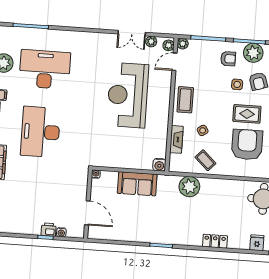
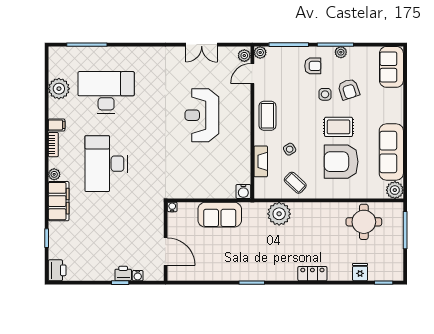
plant: (151, 42) -> (224, 53), removed
plant: (253, 53) -> (341, 52), width x0.53, depth x0.53
reception desk: (128, 95) -> (202, 115), width x0.74, depth x0.77
armchair: (247, 145) -> (341, 162), turned -90

